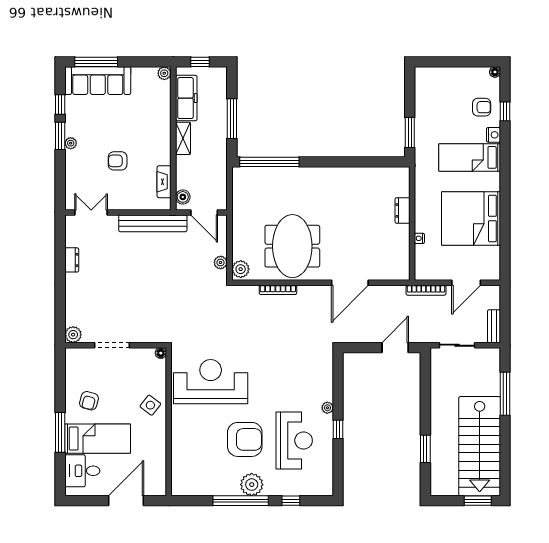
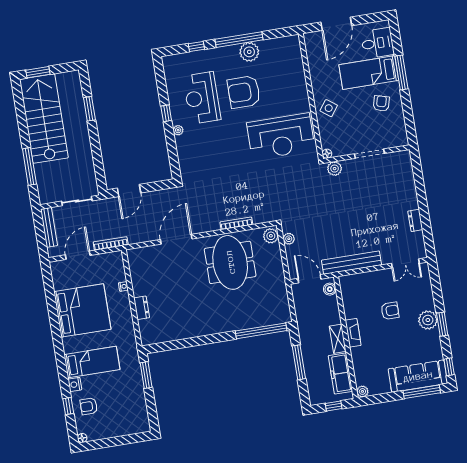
window: (60, 105) -> (449, 367), moved
plant: (71, 143) -> (428, 320), width x1.87, depth x1.87
fireplace: (164, 182) -> (353, 333), moved
bench: (494, 326) -> (49, 227), width x1.36
plant: (73, 335) -> (335, 169), moved
plant: (252, 485) -> (249, 52), moved

